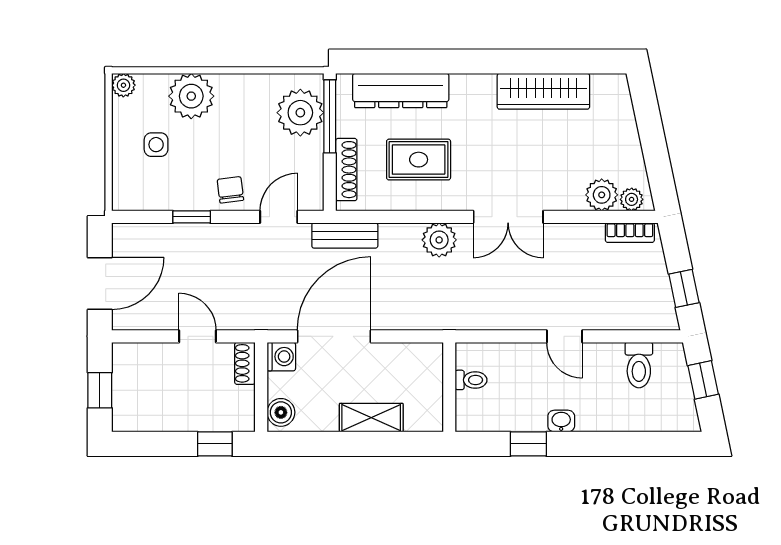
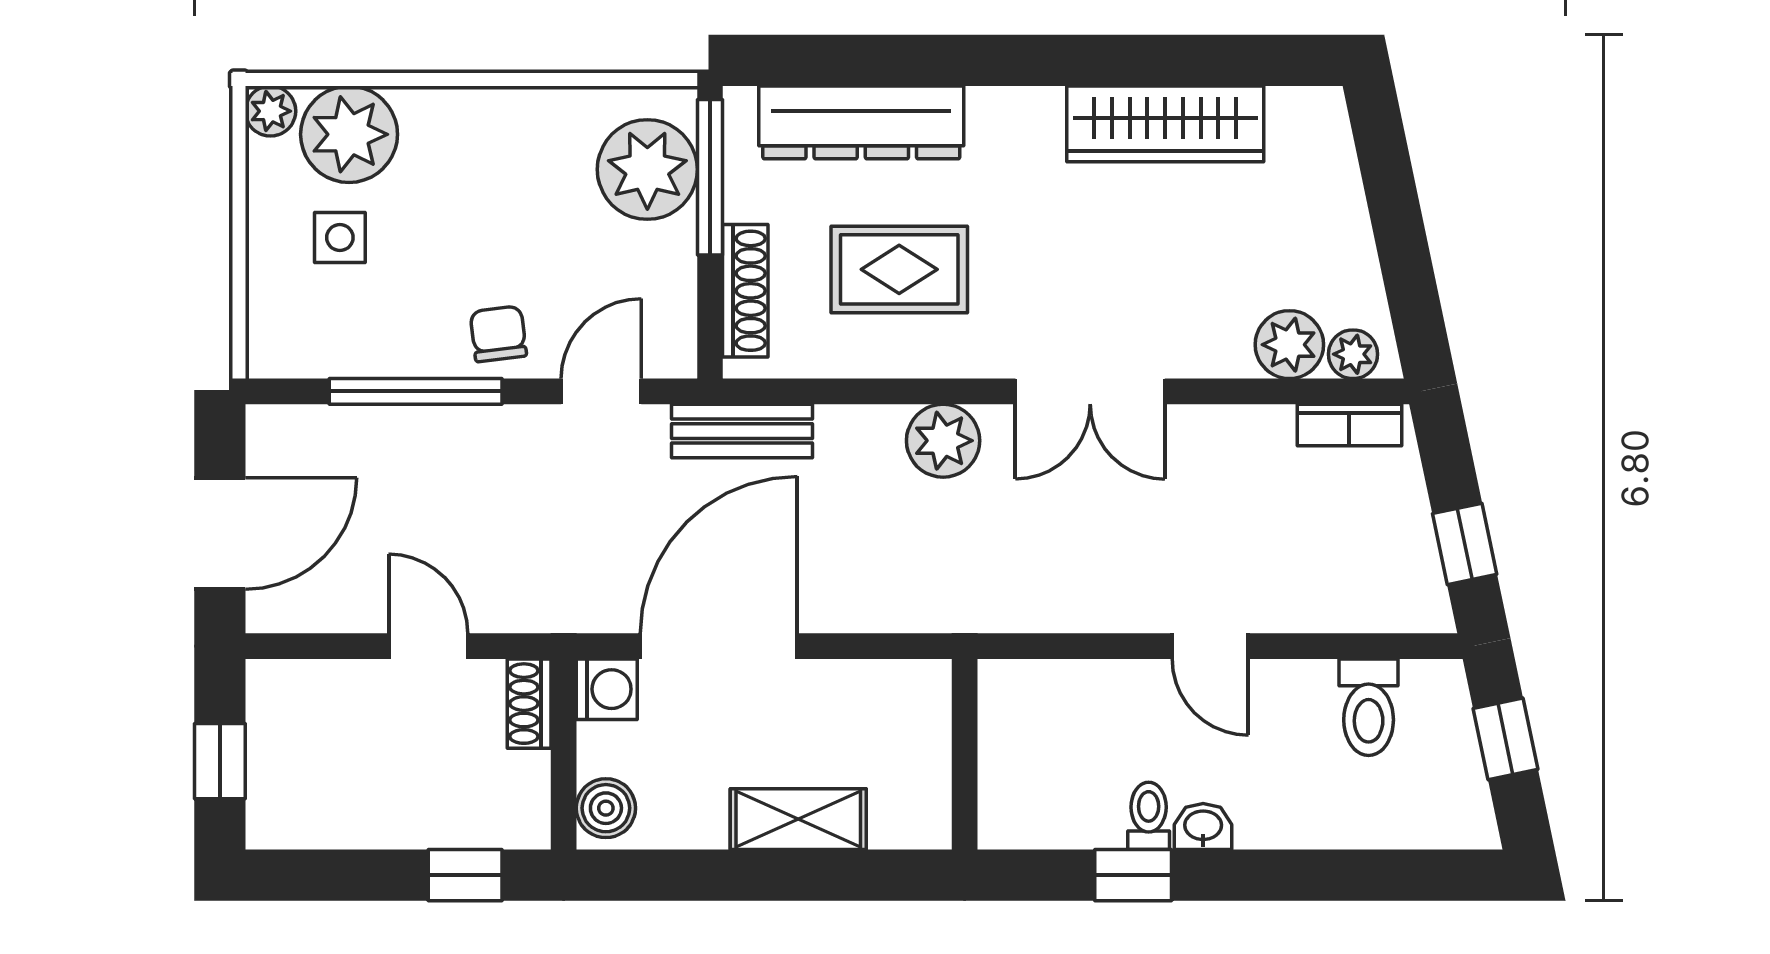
plant: (191, 96) -> (349, 134), moved
window: (192, 217) -> (416, 391), width x2.17
toilet: (471, 380) -> (1149, 816), moved, turned -90

